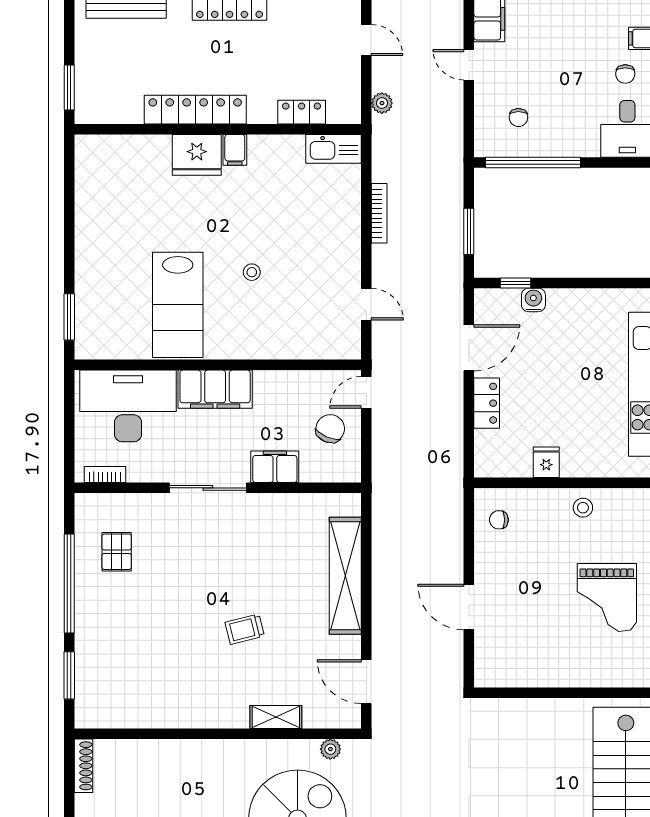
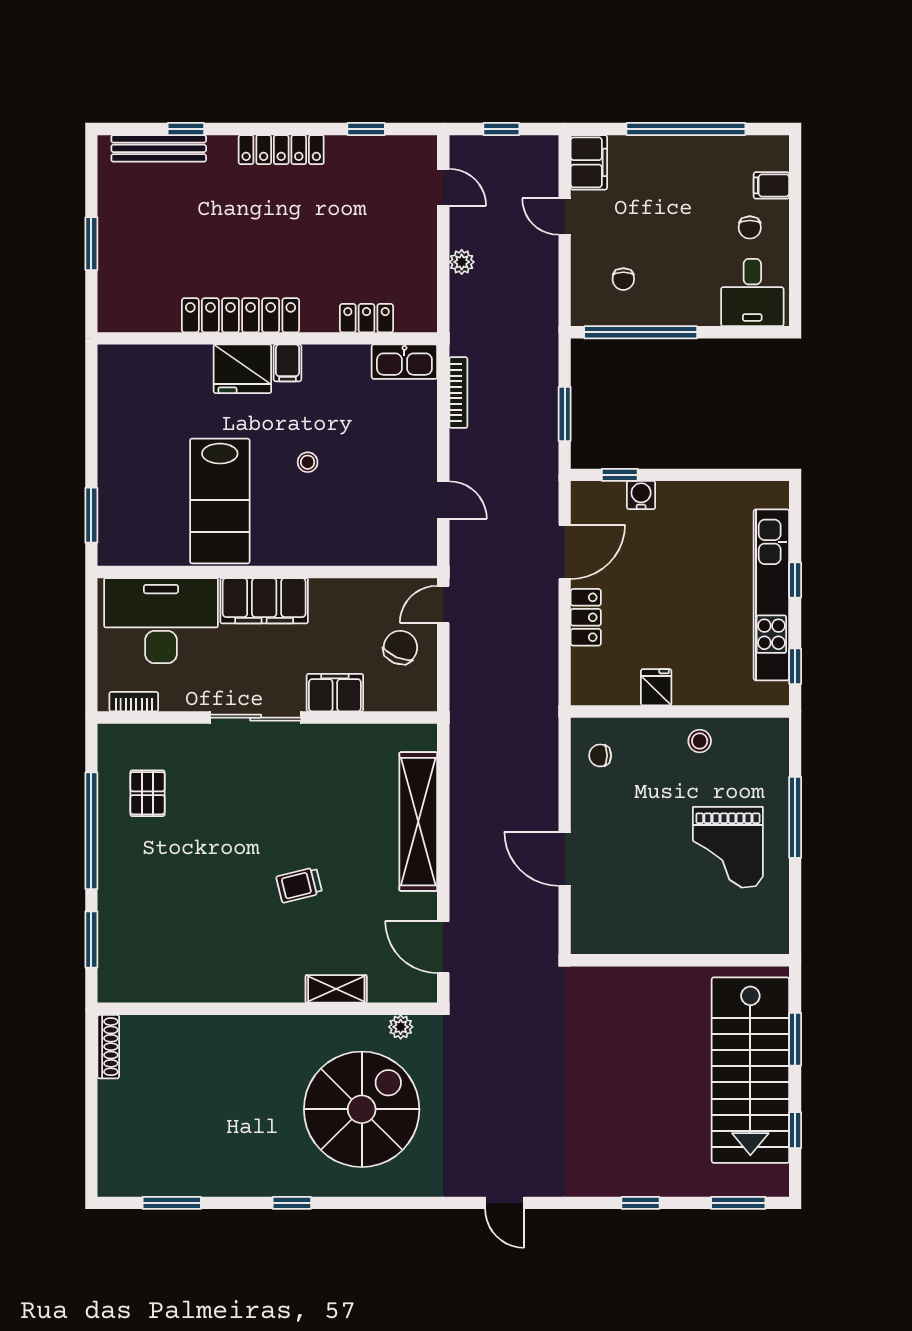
locker: (195, 110) -> (241, 315), moved
locker: (302, 112) -> (366, 318), moved
wall: (218, 129) -> (267, 338), moved
kitchen sink: (334, 149) -> (404, 362), moved
filing cabinet: (235, 150) -> (287, 363), moved
fridge: (197, 155) -> (242, 369), moved

